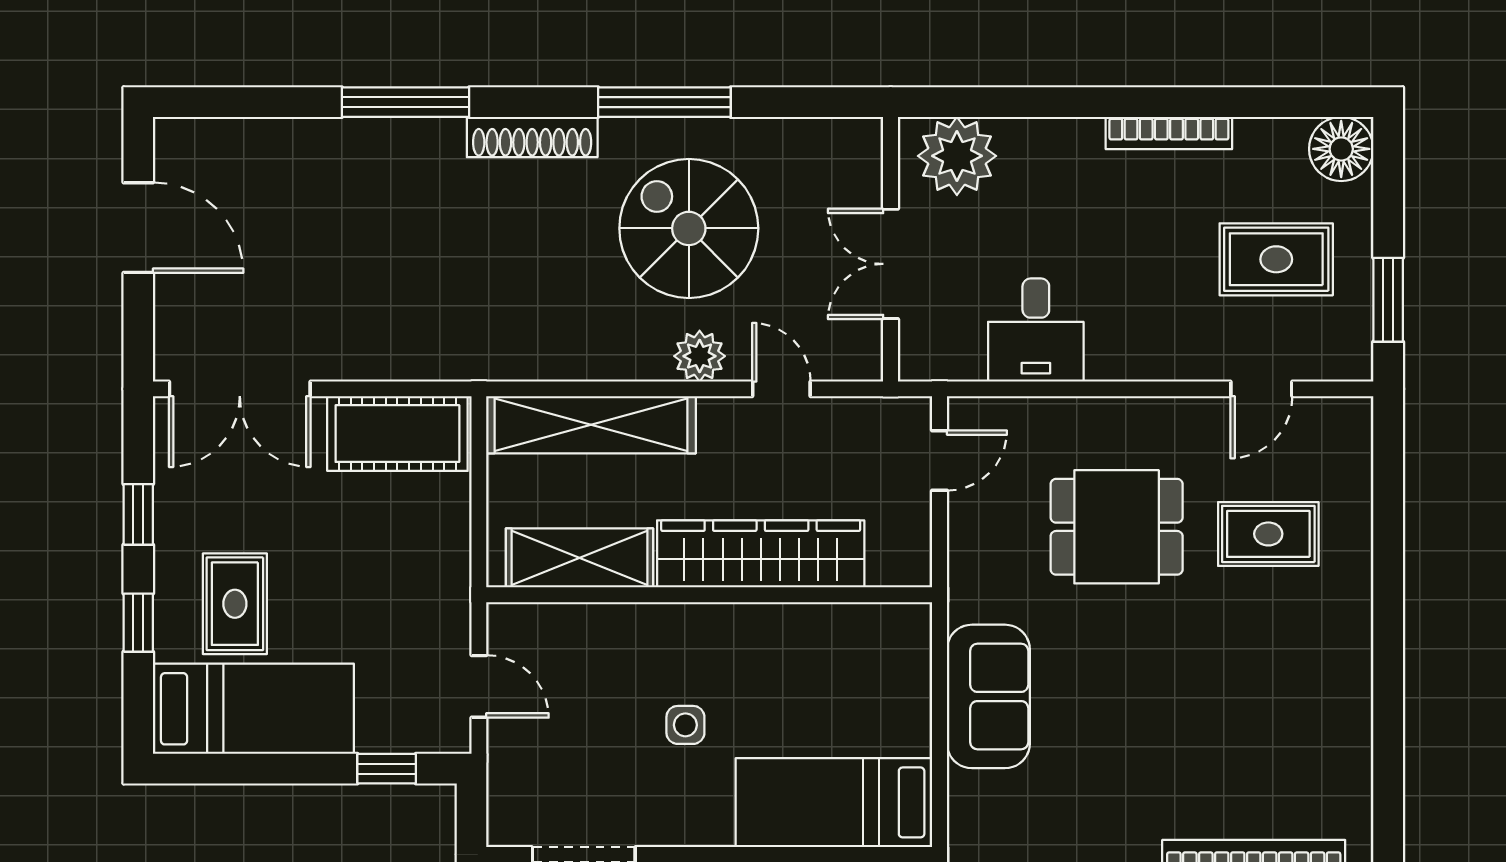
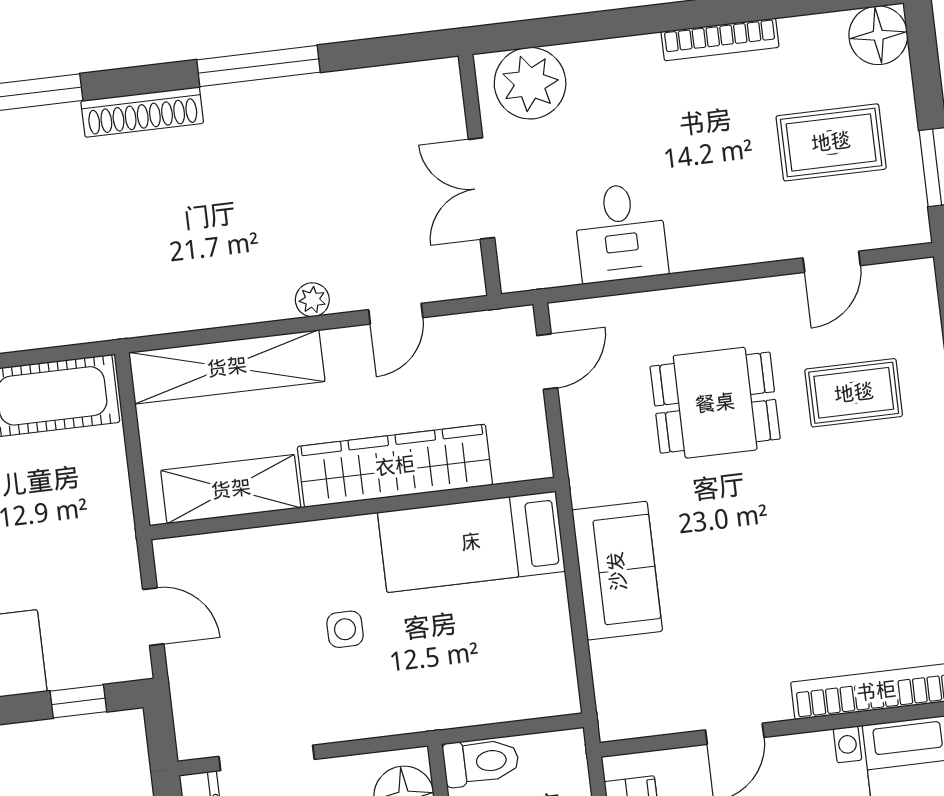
spiral stairs: (689, 228) -> (294, 178), removed
plant: (700, 356) -> (312, 300), width x0.73, depth x0.73
door: (781, 389) -> (396, 314), swing flipped
bed: (834, 802) -> (471, 542), moved

